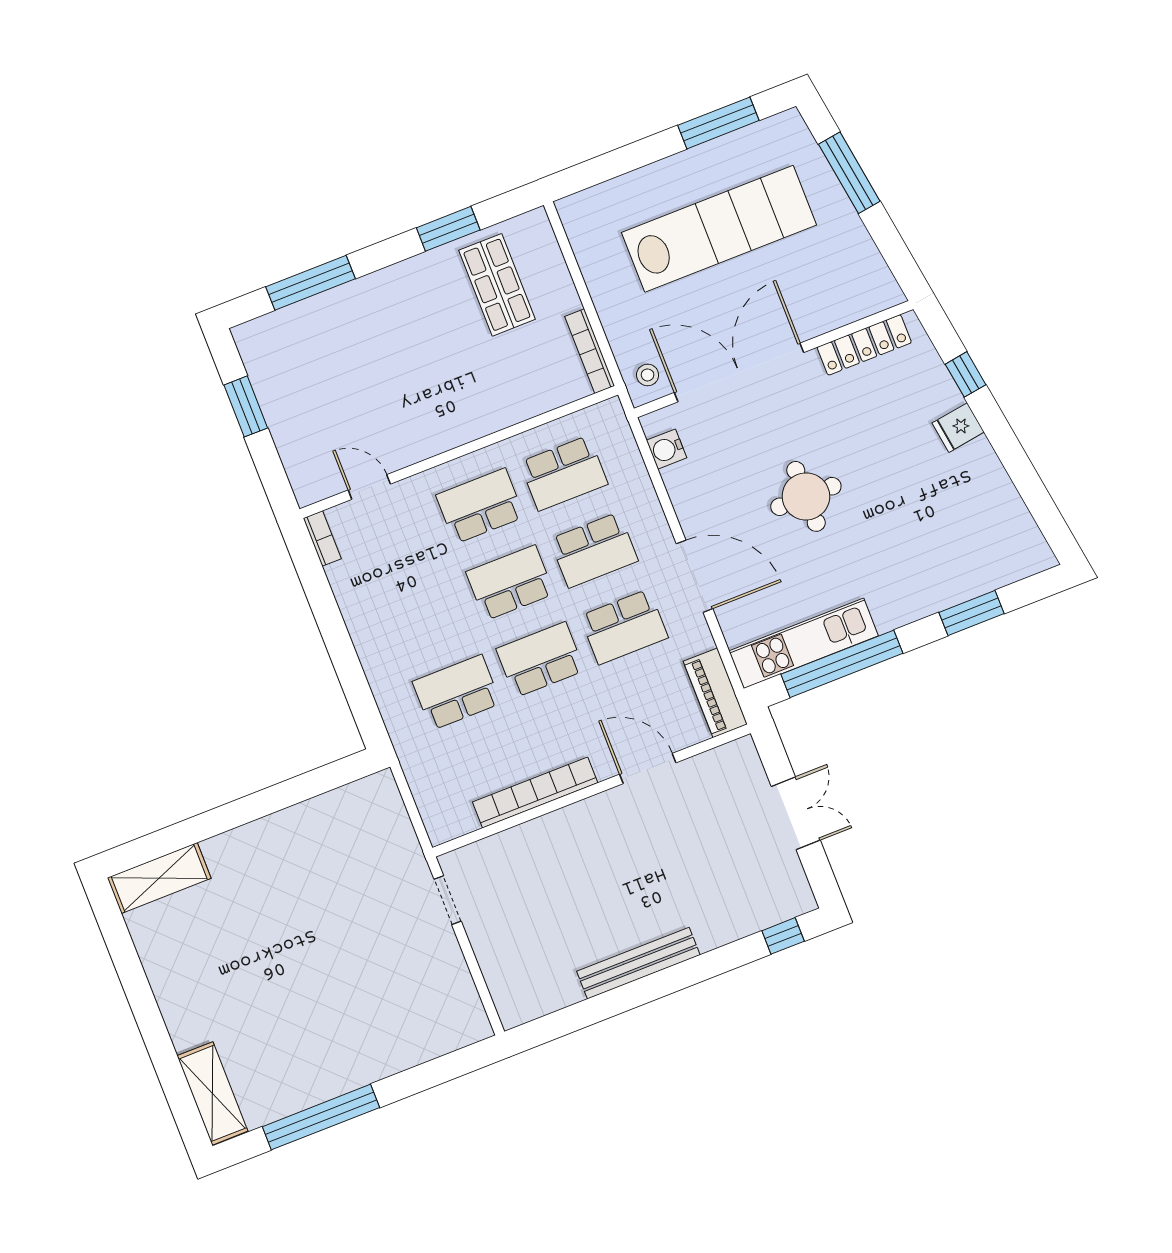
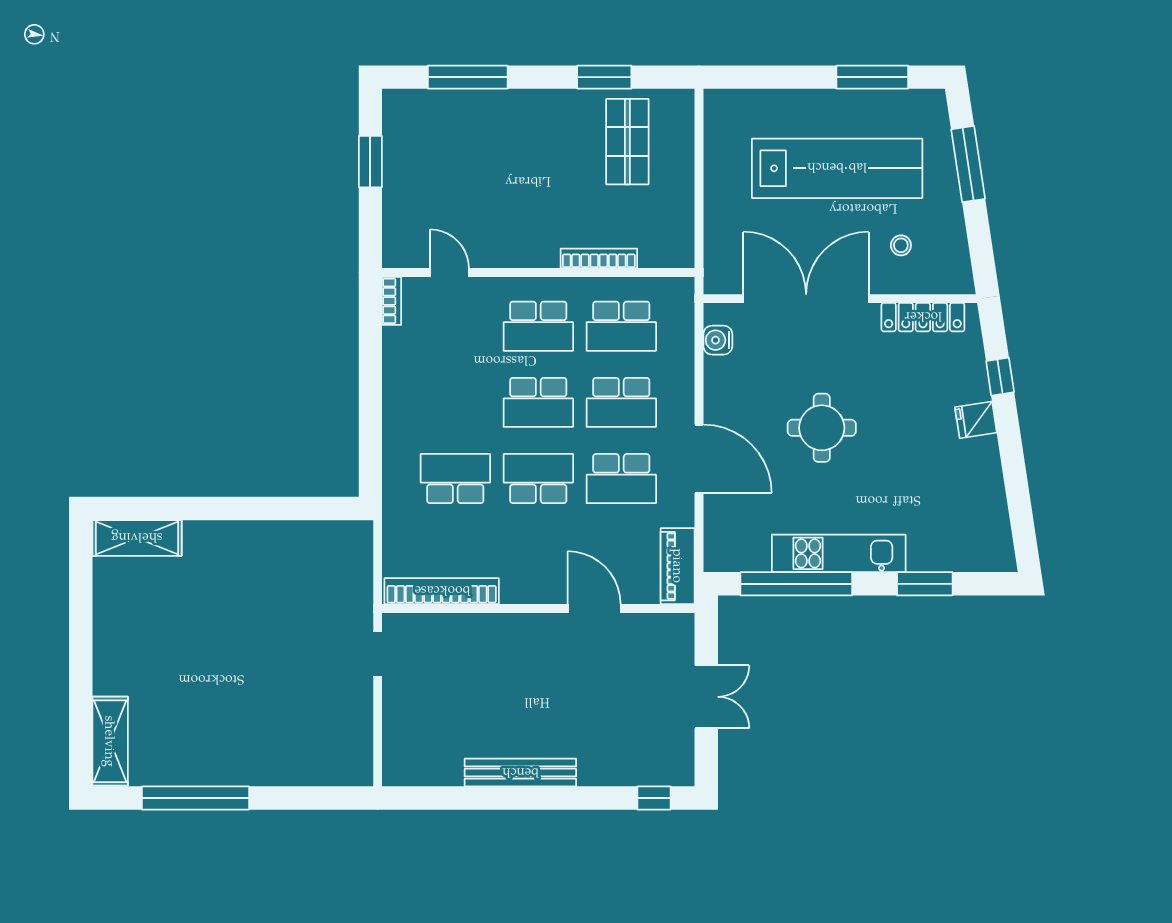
bookcase: (590, 351) -> (599, 258), moved, turned 90
stool: (648, 375) -> (901, 245), moved
school desk: (480, 506) -> (538, 326), turned 180
school desk: (510, 583) -> (538, 402), turned 180
kitchen unit: (804, 643) -> (839, 553), moved
bookcase: (535, 792) -> (442, 591), moved

